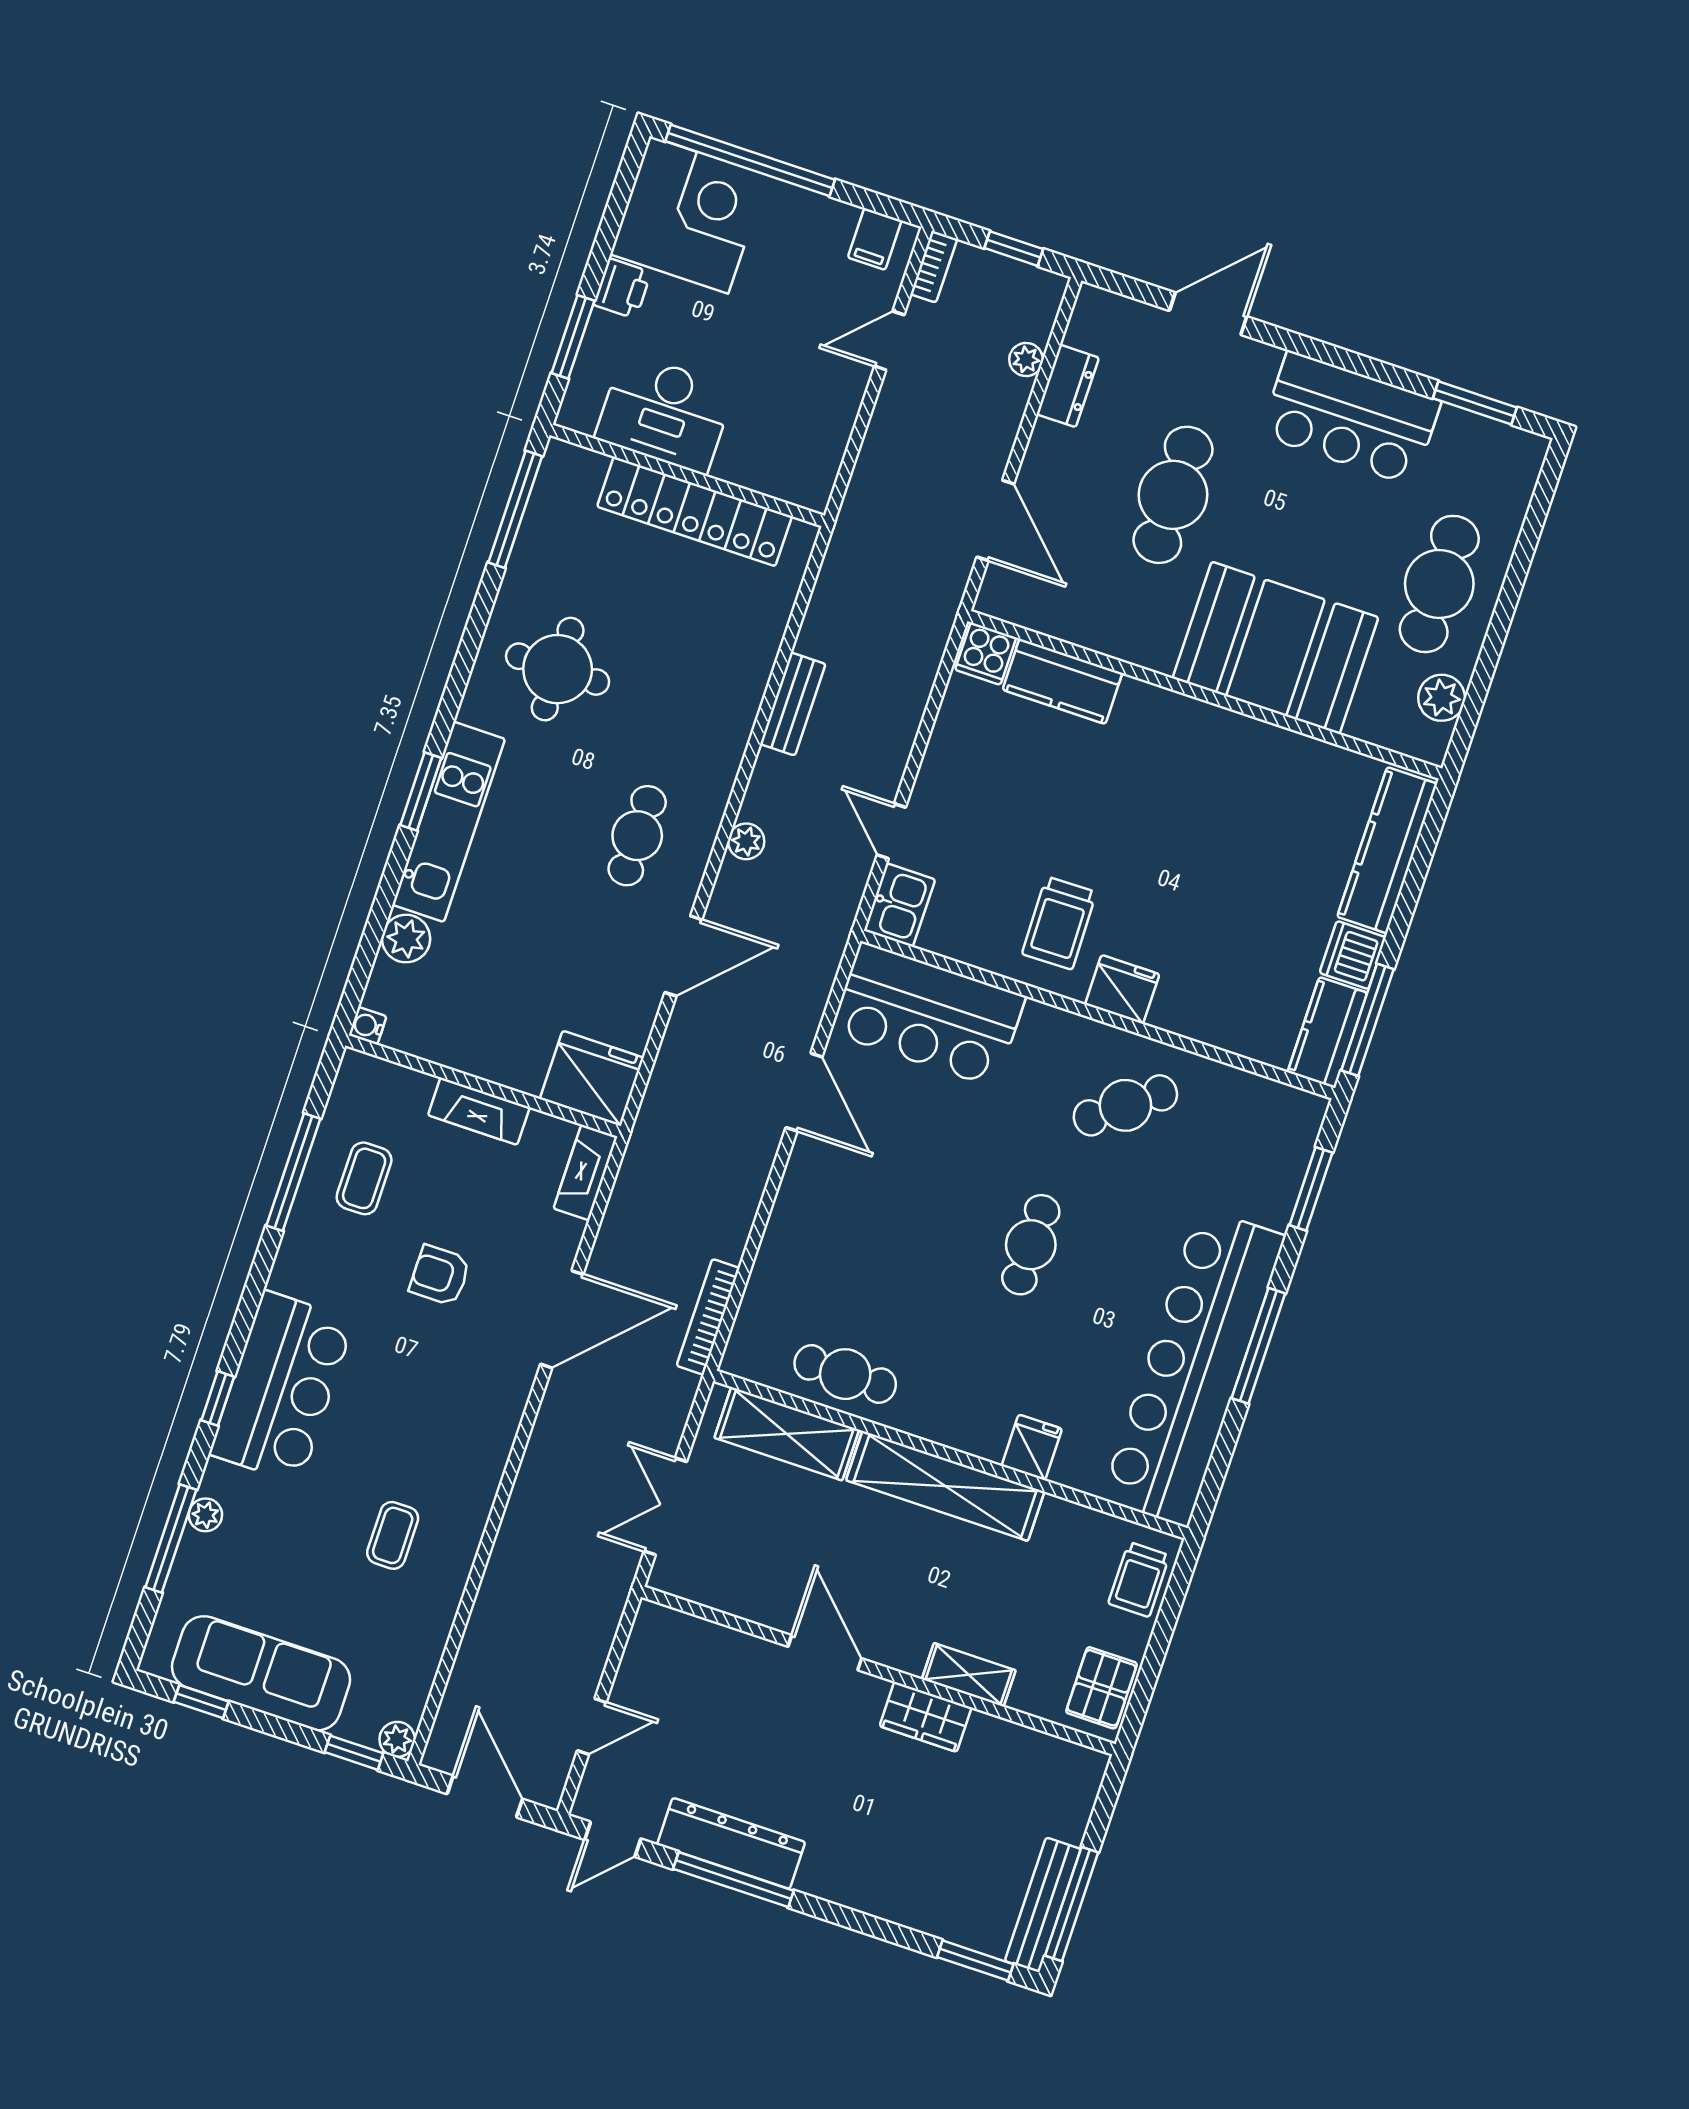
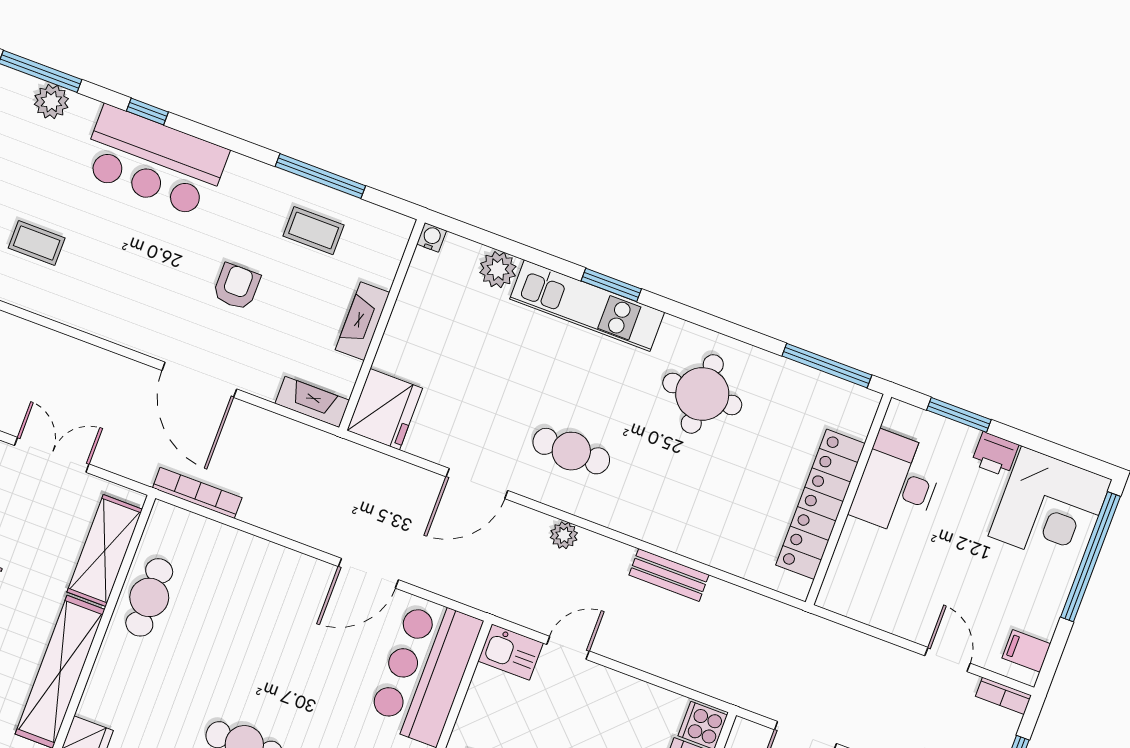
door: (683, 956) -> (477, 484), hinge flipped
plant: (205, 1515) -> (51, 102), width x1.38, depth x1.38

